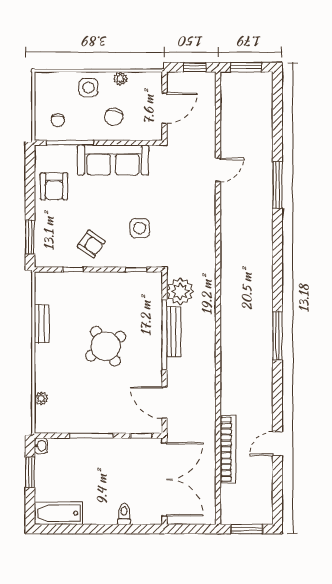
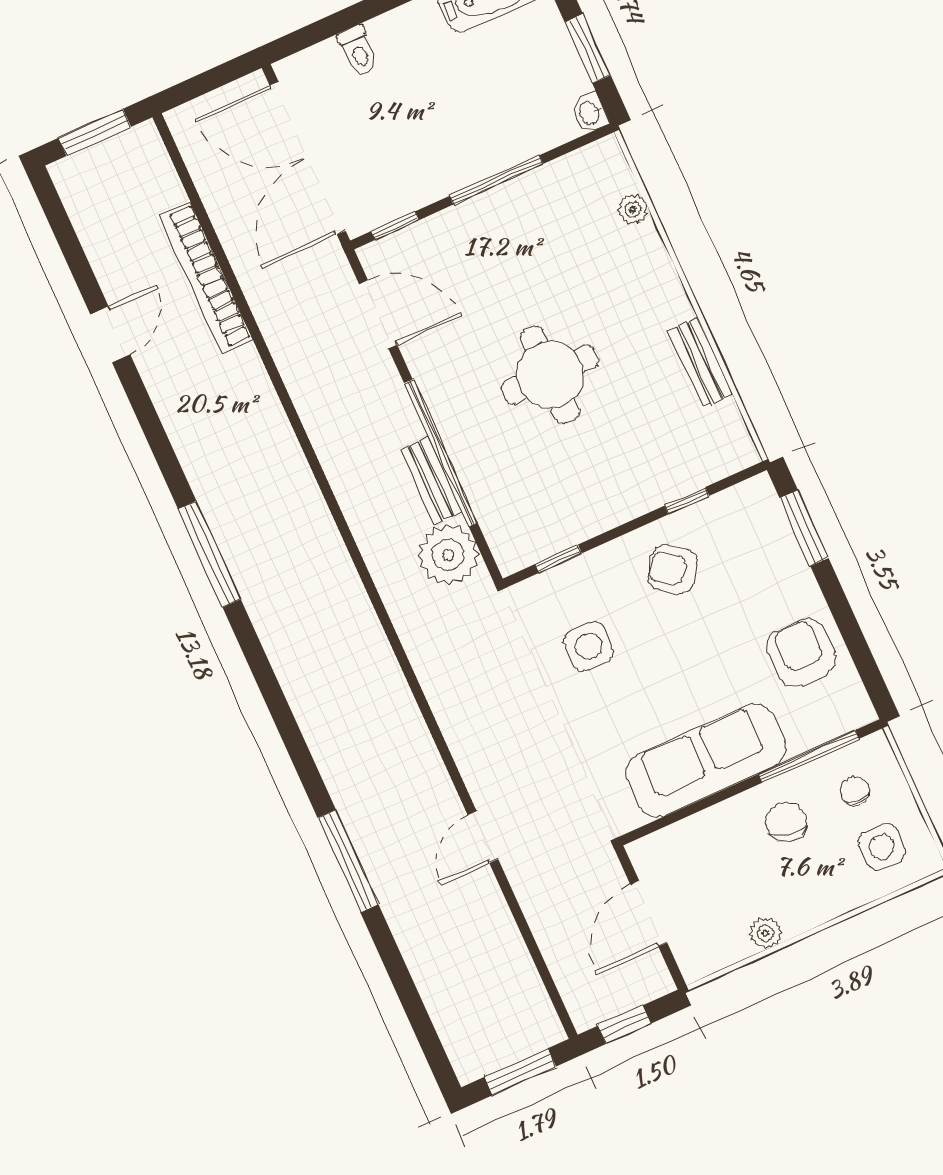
side table: (88, 88) -> (882, 847), moved
chair: (114, 117) -> (786, 822), moved
bench: (174, 332) -> (431, 481), width x0.73
round table: (106, 346) -> (550, 375), turned 33

